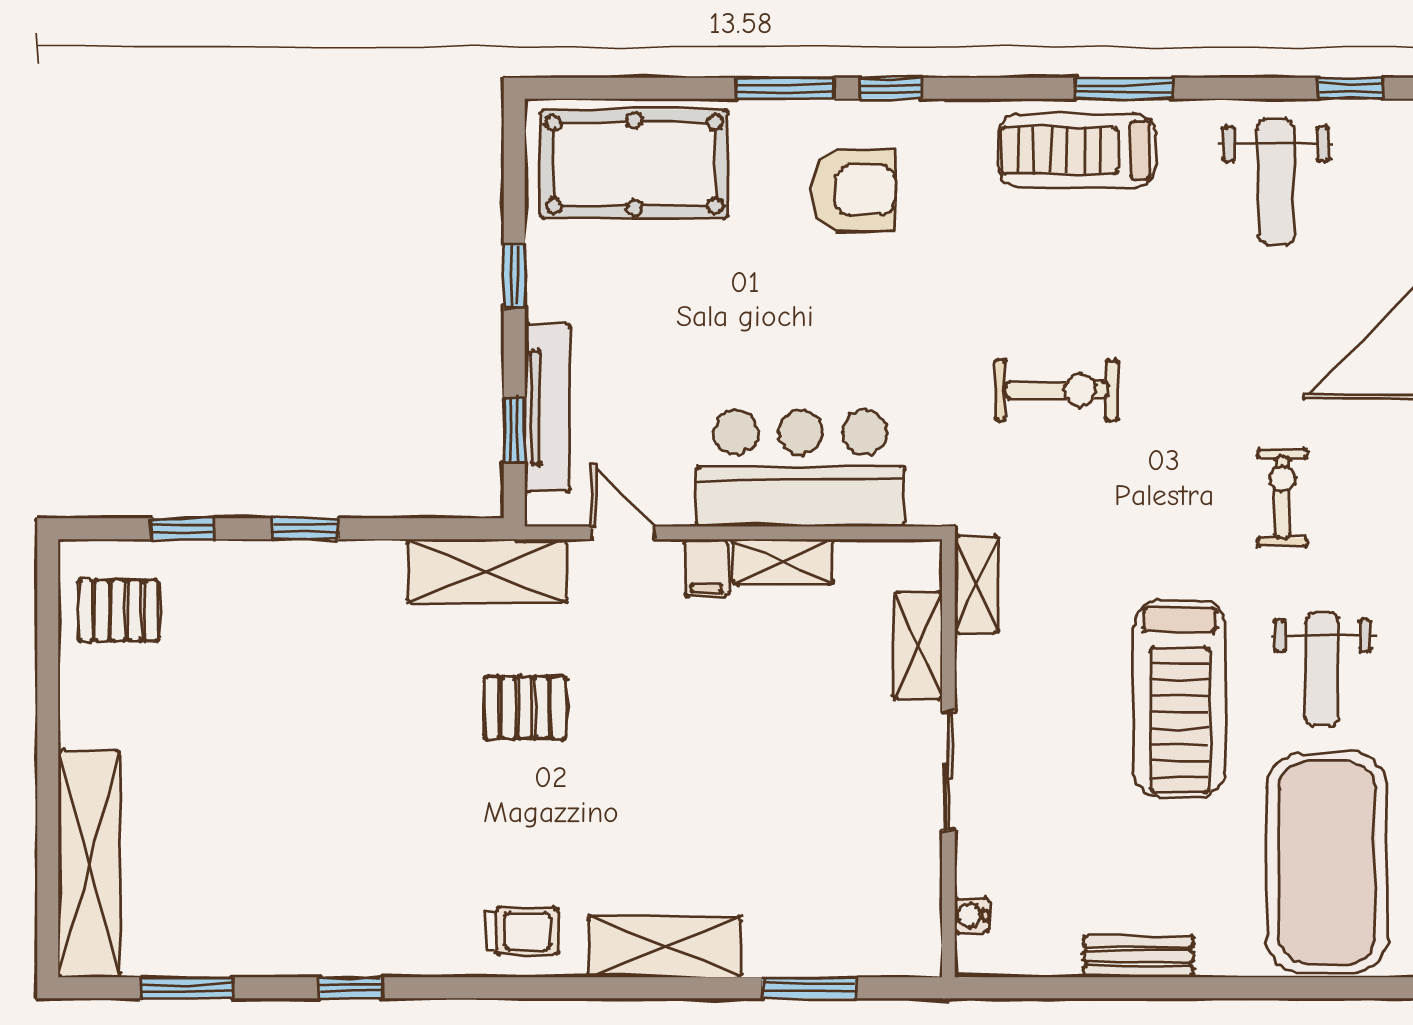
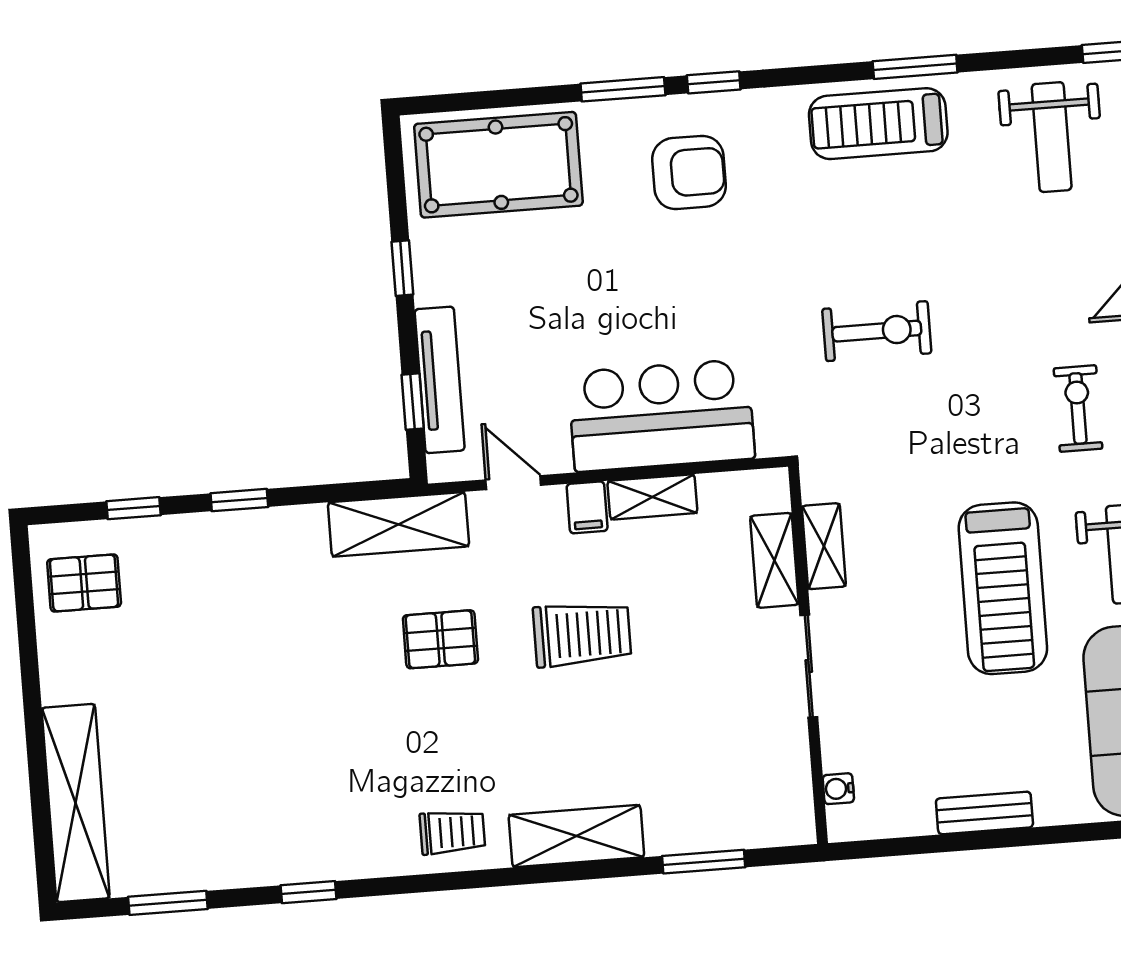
shelving: (977, 585) -> (824, 546), moved
trolley: (689, 714) -> (582, 634), added

